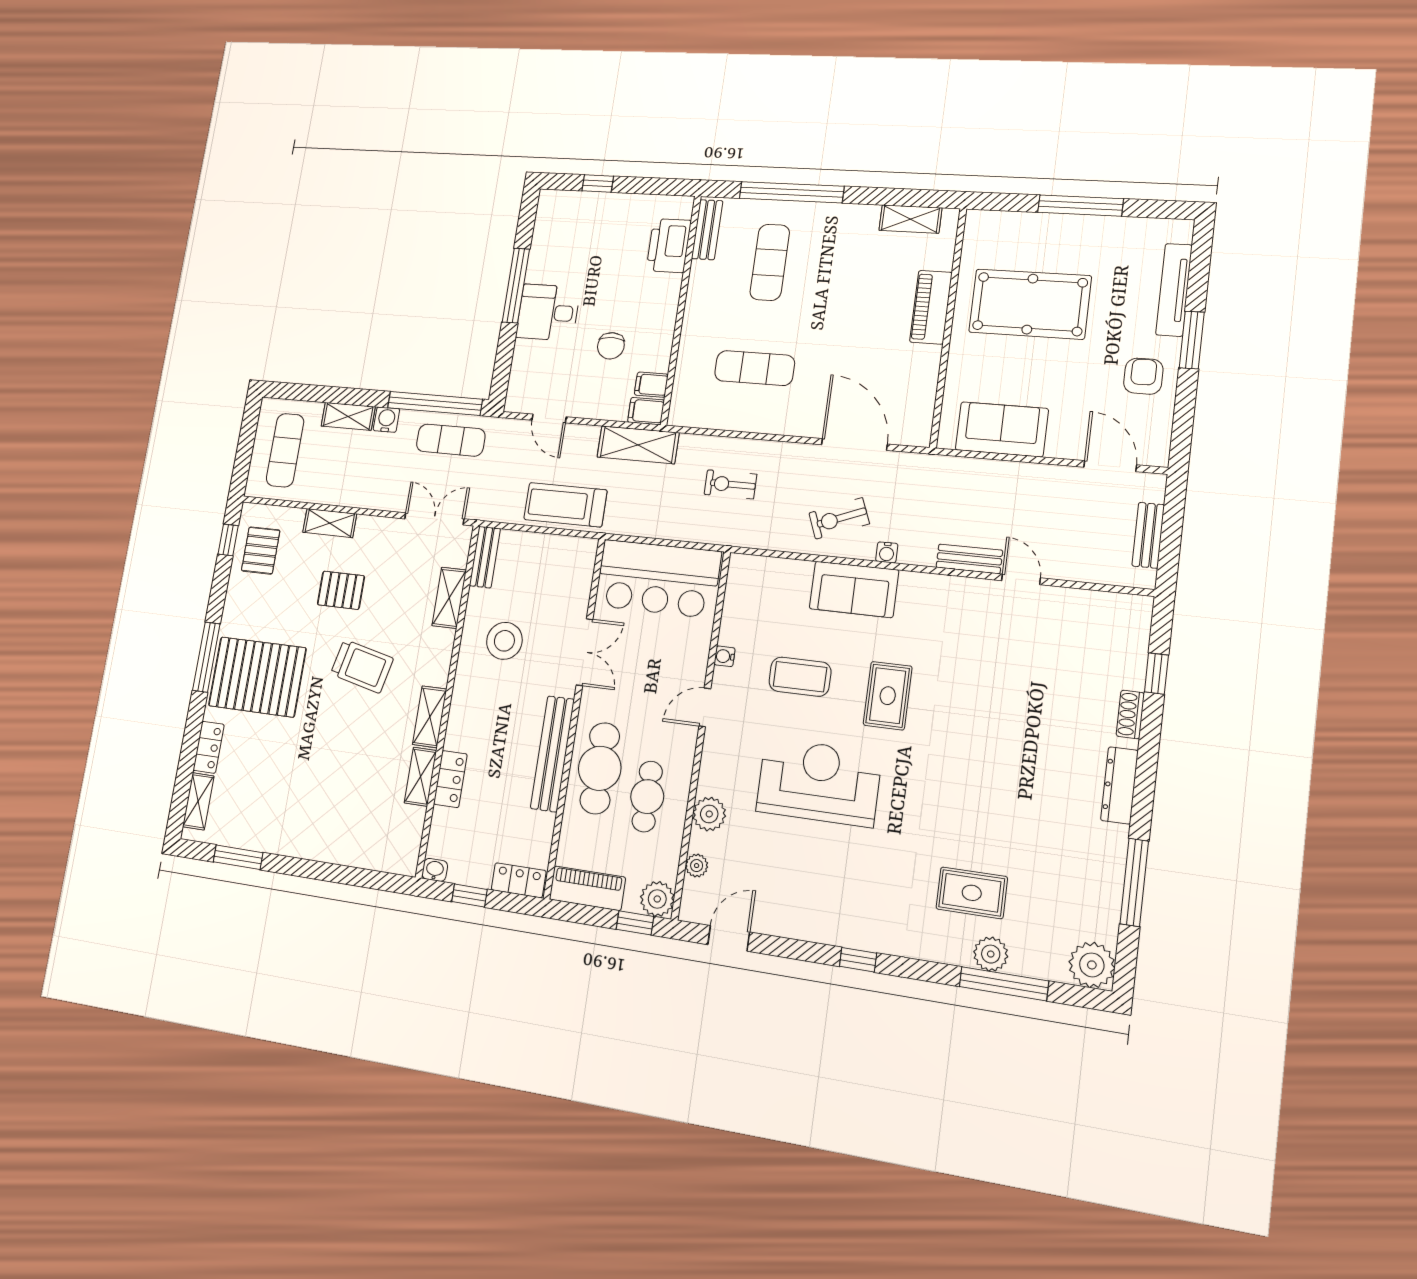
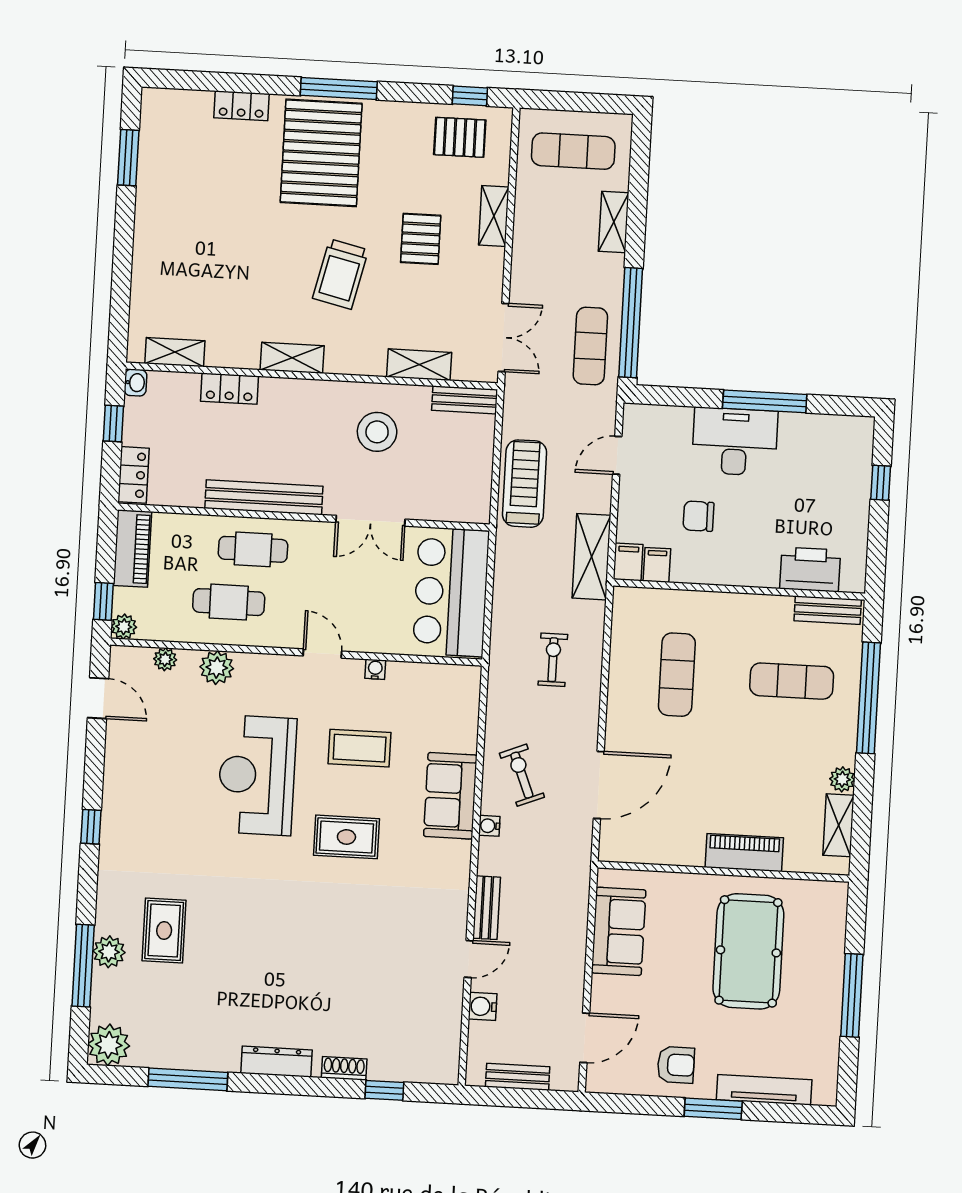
plant: (866, 216) -> (842, 779), added
desk: (548, 312) -> (735, 442), width x1.37
water cooler: (386, 420) -> (483, 1006), moved, turned 180
coffee table: (800, 677) -> (360, 748), turned 90
cafe table: (600, 768) -> (253, 549), width x0.73, depth x0.74
shelving: (420, 777) -> (175, 352), moved
reception desk: (819, 782) -> (257, 775), turned 180
shelving: (198, 801) -> (183, 102), removed
plant: (657, 899) -> (124, 627), width x0.73, depth x0.73

